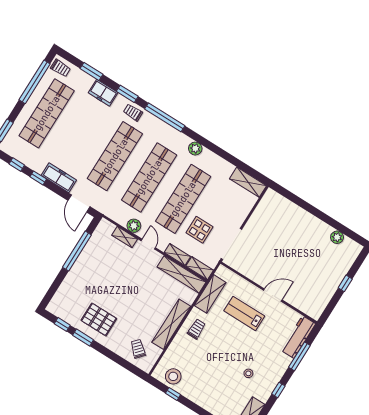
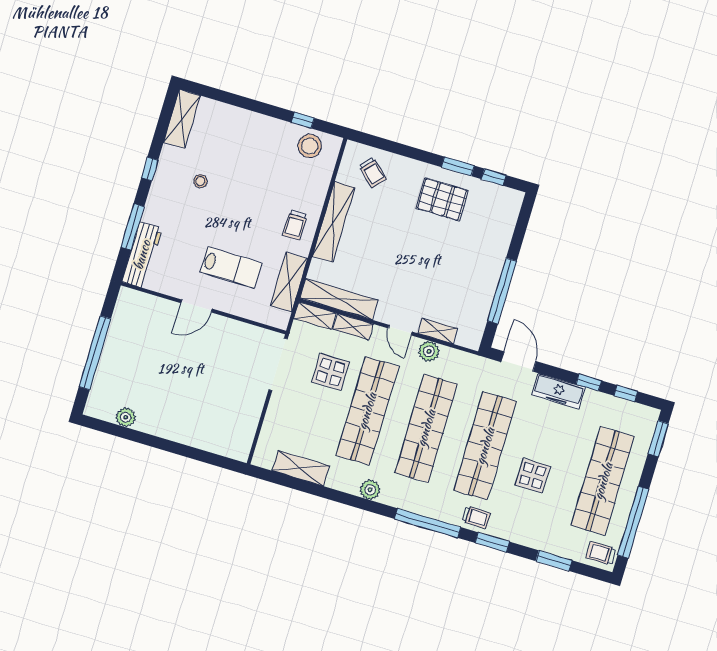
freezer: (103, 93) -> (528, 534), removed
display table: (90, 129) -> (533, 476), added
shelving: (248, 182) -> (301, 468), moved
window: (345, 283) -> (95, 353), width x3.17

